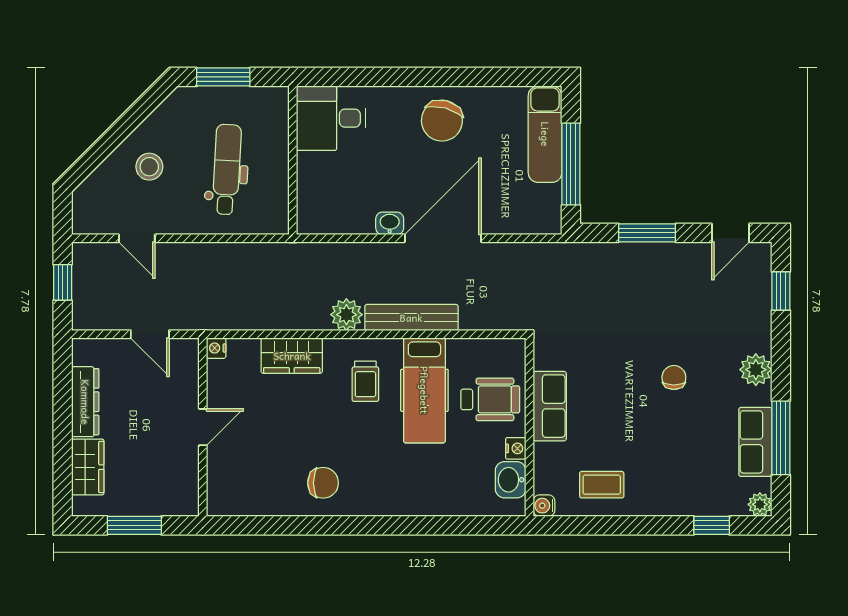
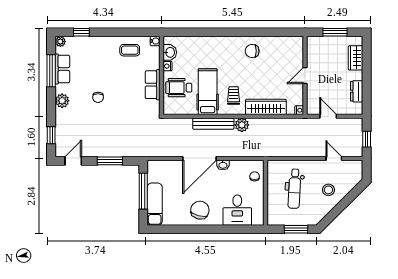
desk: (331, 118) -> (237, 210), moved, turned 90
chair: (318, 197) -> (255, 176), added
wardrobe: (292, 356) -> (266, 107), width x1.50
dresser: (85, 402) -> (357, 91), width x0.70

